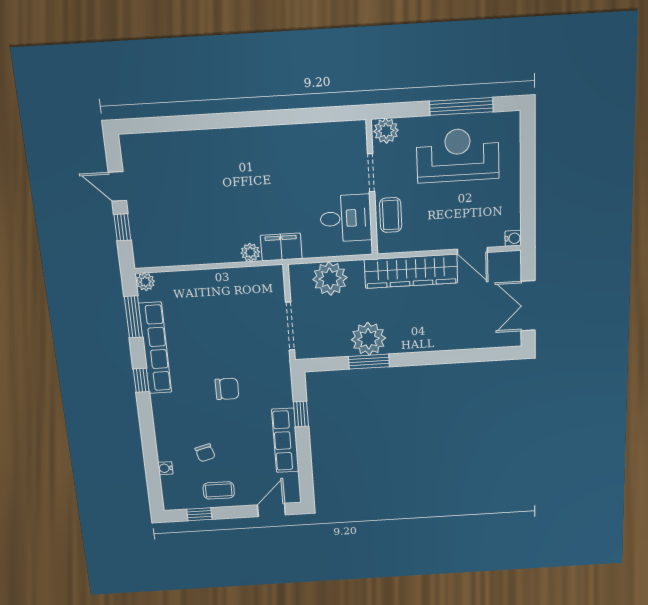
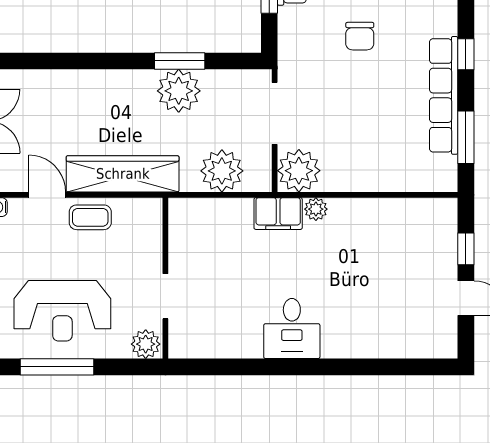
coffee table: (391, 215) -> (90, 217), moved, turned 90
desk: (346, 218) -> (292, 328), moved, turned -90
plant: (145, 282) -> (299, 171), moved, width x1.88, depth x1.88
chair: (227, 389) -> (360, 36), turned -90

